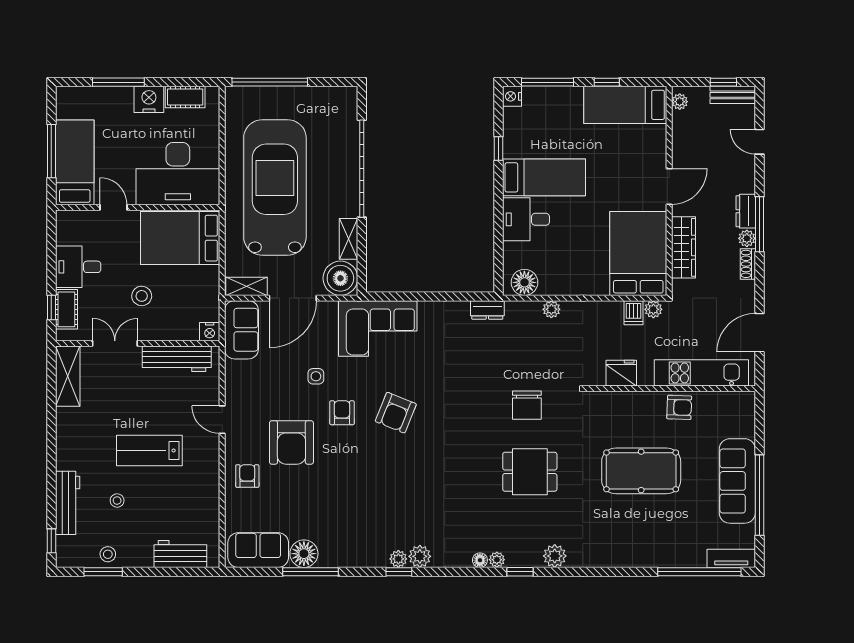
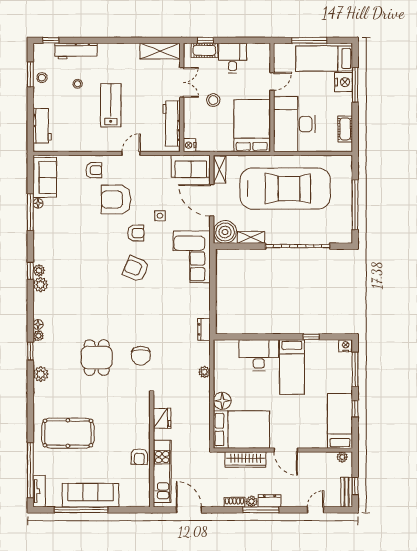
window: (270, 82) -> (355, 205), moved
nightstand: (149, 99) -> (344, 82), moved
bed: (75, 162) -> (324, 59), moved, turned 180
desk: (526, 219) -> (259, 355), width x1.37
floor lamp: (524, 282) -> (222, 401), moved
plant: (653, 309) -> (204, 440), removed
dishwasher: (633, 313) -> (202, 426), removed
chair: (527, 405) -> (141, 356), turned -90
pool table: (641, 471) -> (68, 433), moved, turned 90
floor lamp: (304, 554) -> (38, 203), width x0.53, depth x0.53

